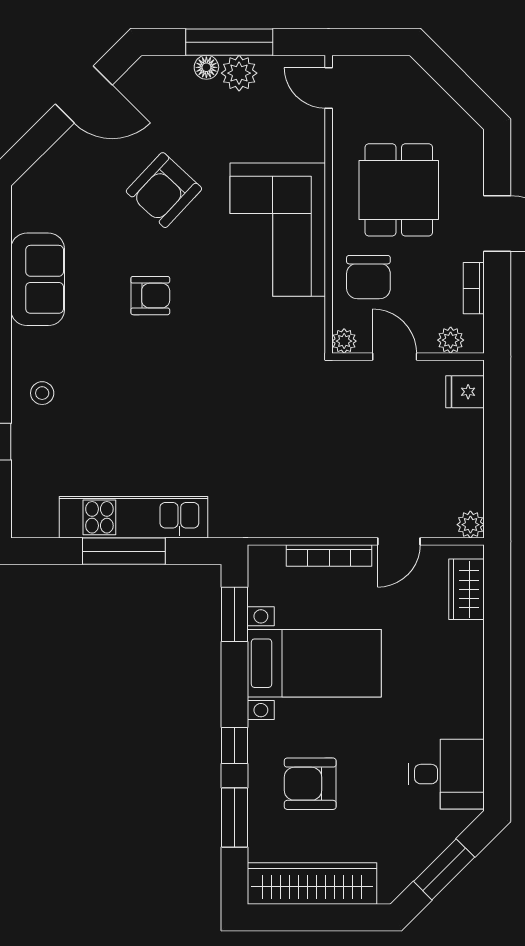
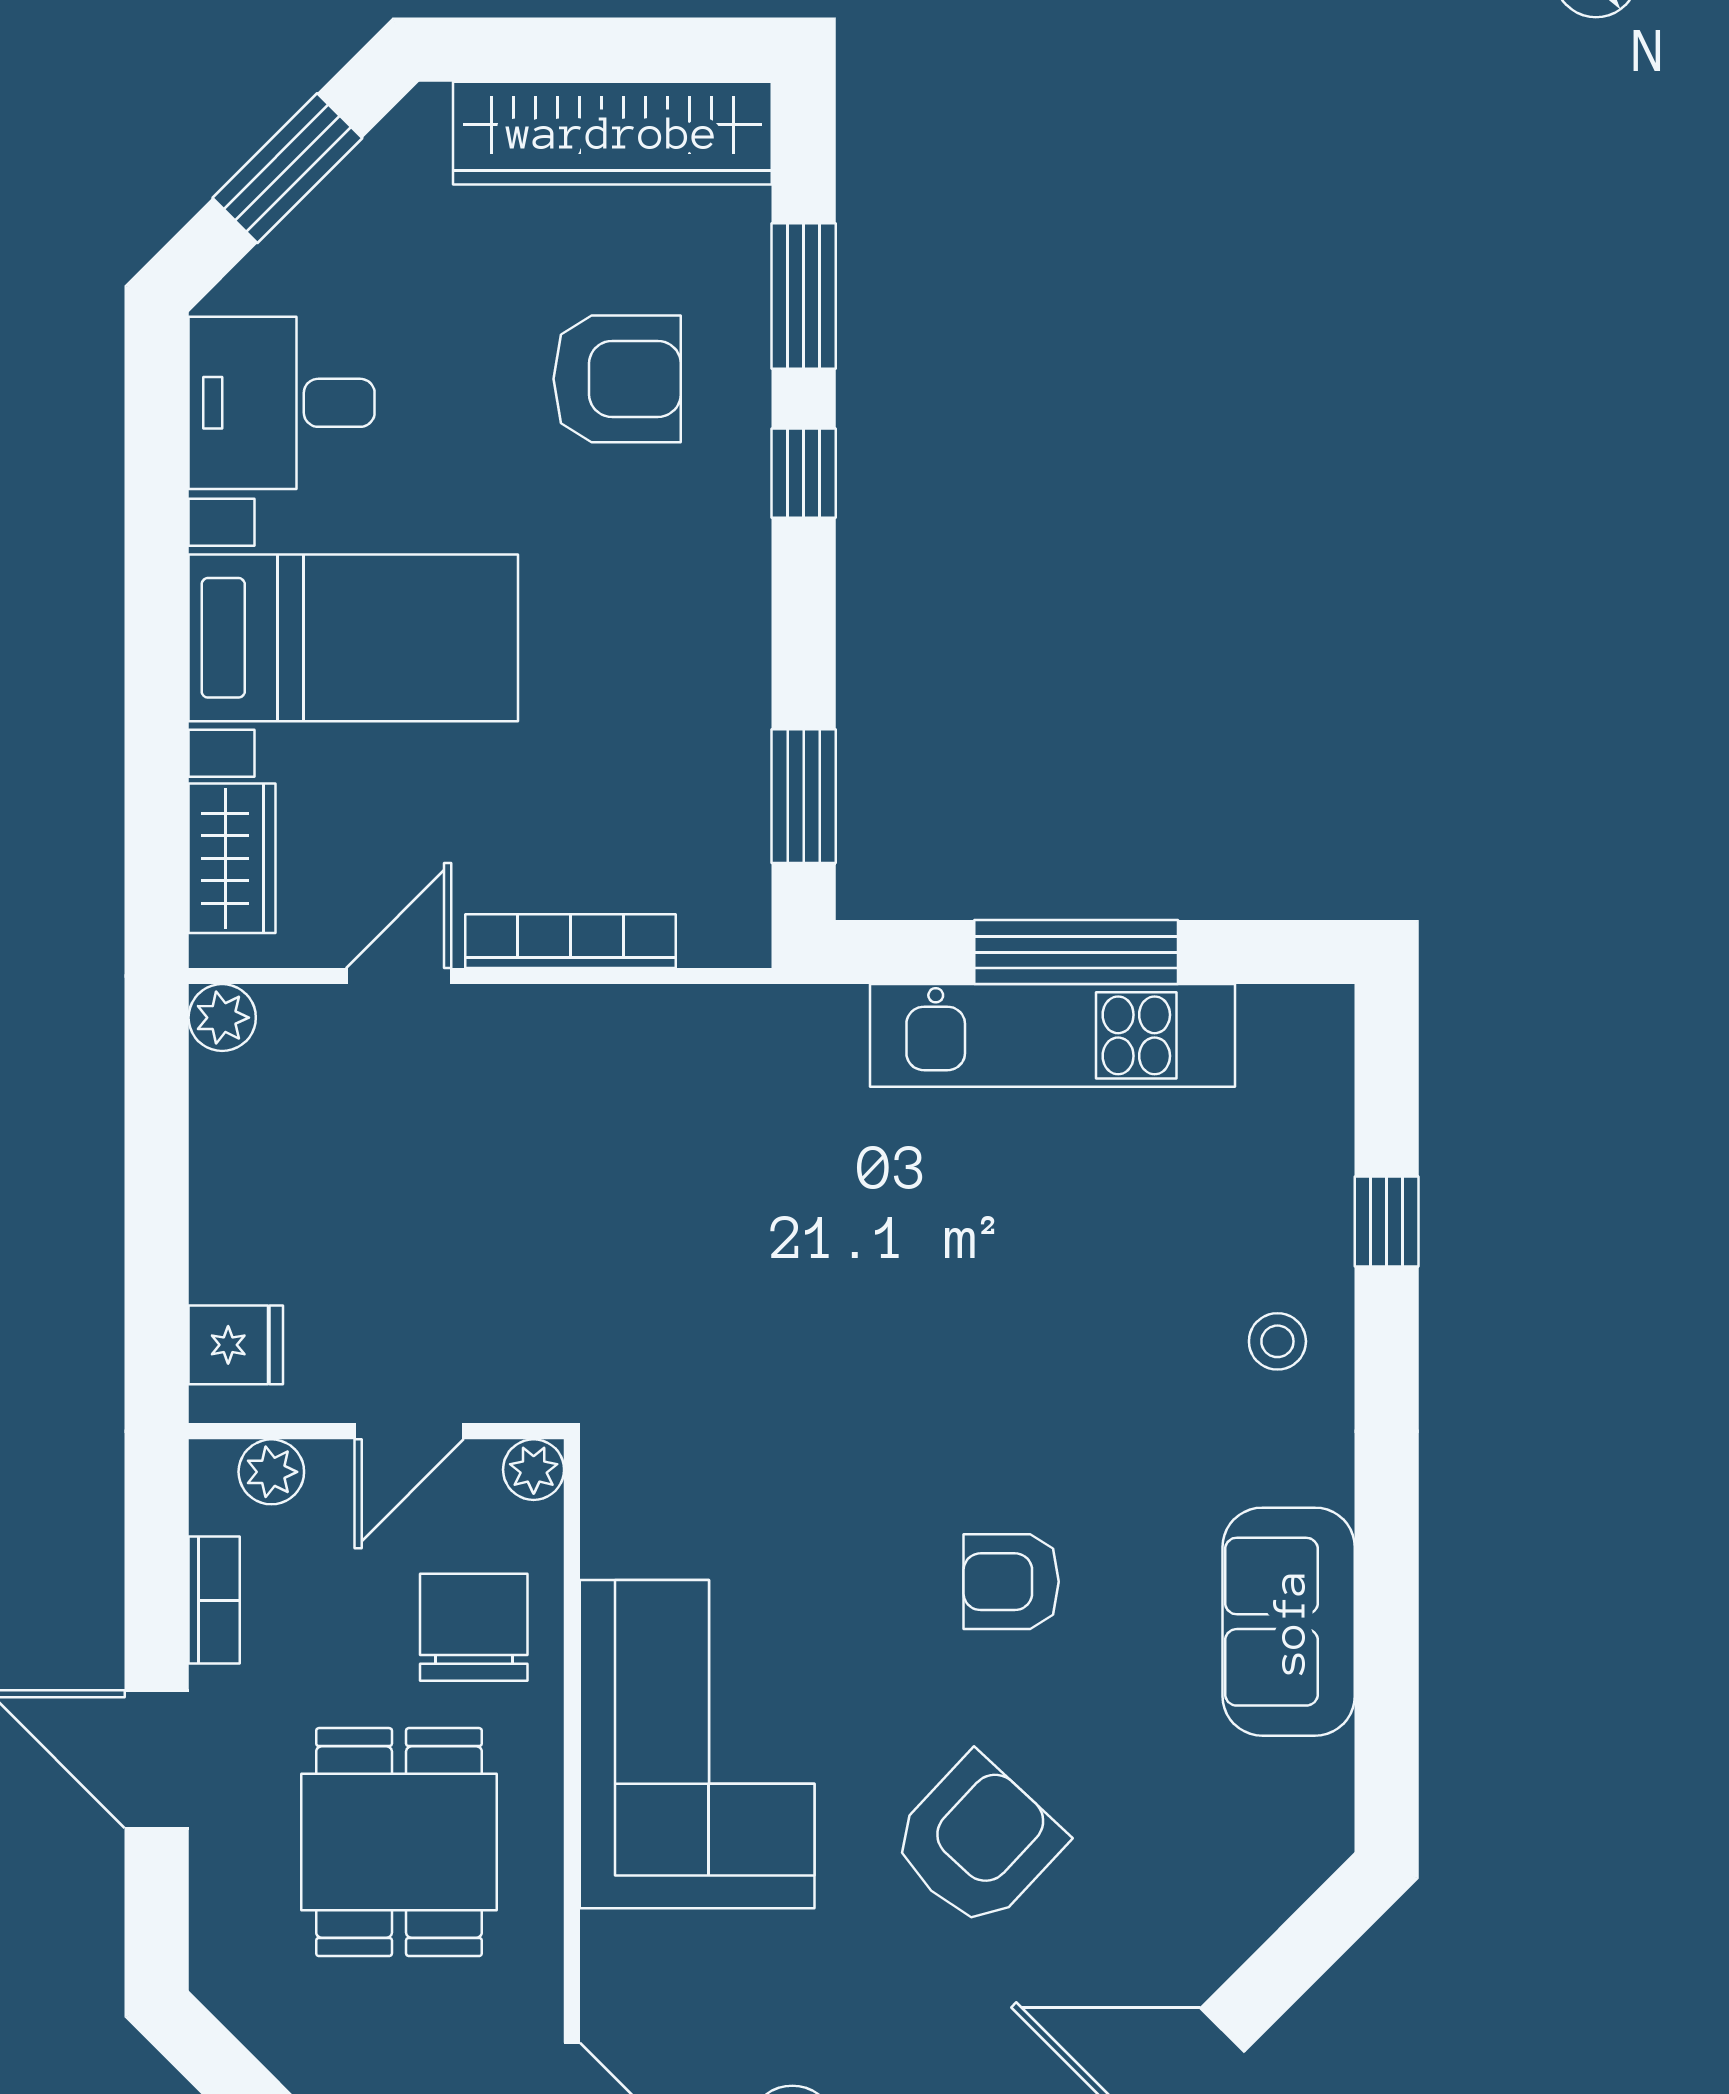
door: (395, 357) -> (409, 1431), hinge flipped
bed with nightstands: (314, 663) -> (353, 638), moved, turned 180

